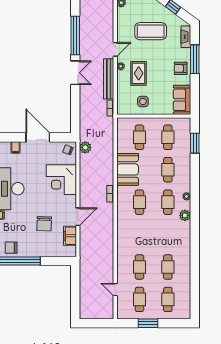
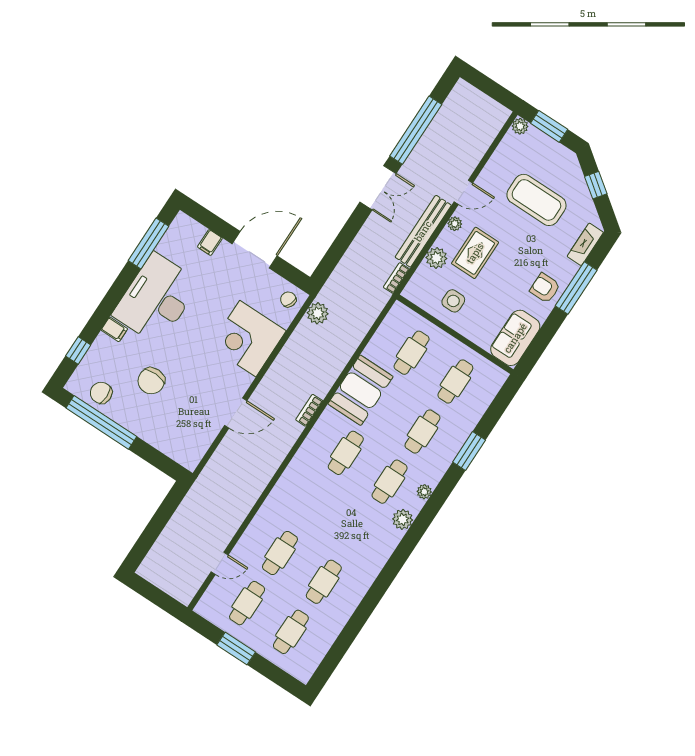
plant: (123, 87) -> (436, 258), added
door: (38, 137) -> (255, 250), hinge flipped
window: (195, 143) -> (469, 451), moved
chair: (44, 224) -> (151, 381), moved
filing cabinet: (70, 236) -> (204, 434), removed
door: (115, 290) -> (220, 563), swing flipped

